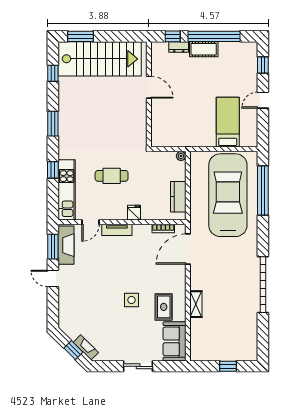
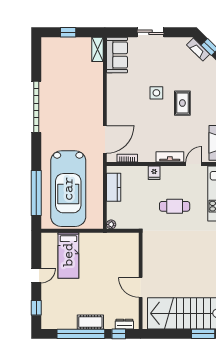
dresser: (179, 47) -> (124, 324), moved
shelving: (196, 304) -> (98, 49), moved
rug: (164, 307) -> (182, 103), moved

